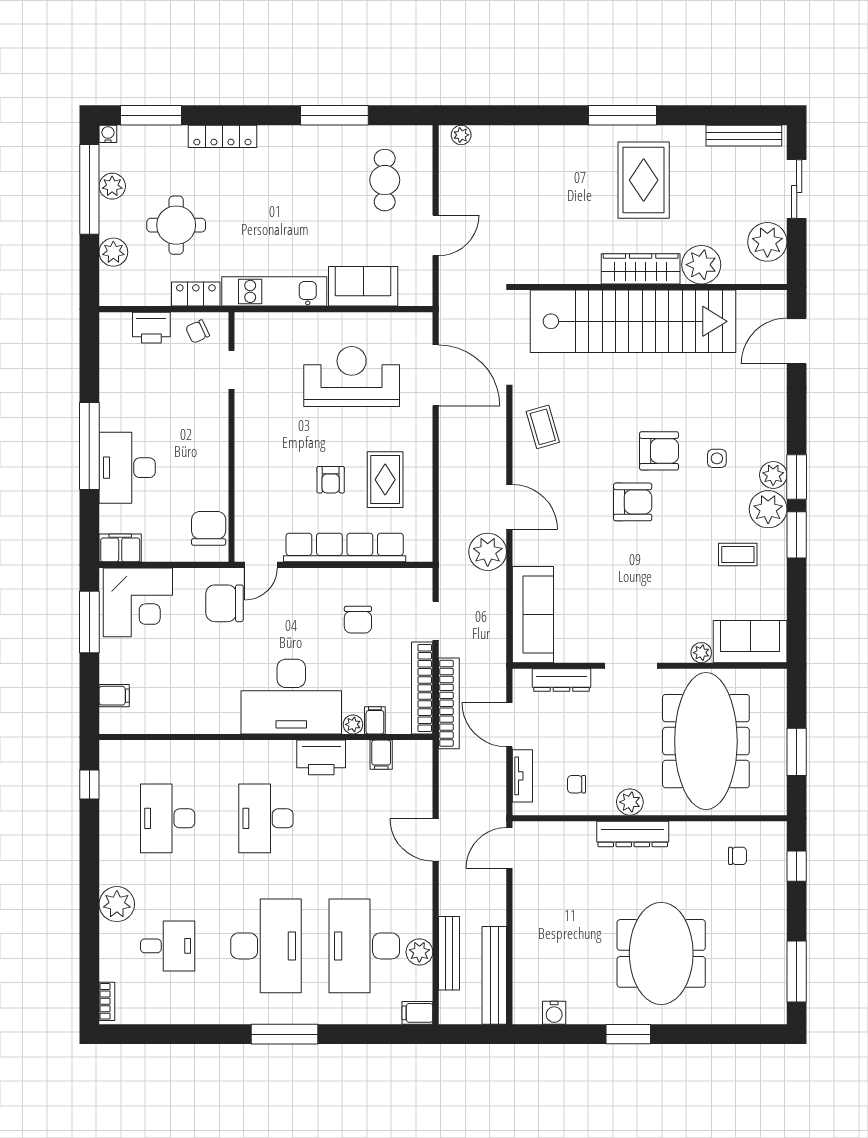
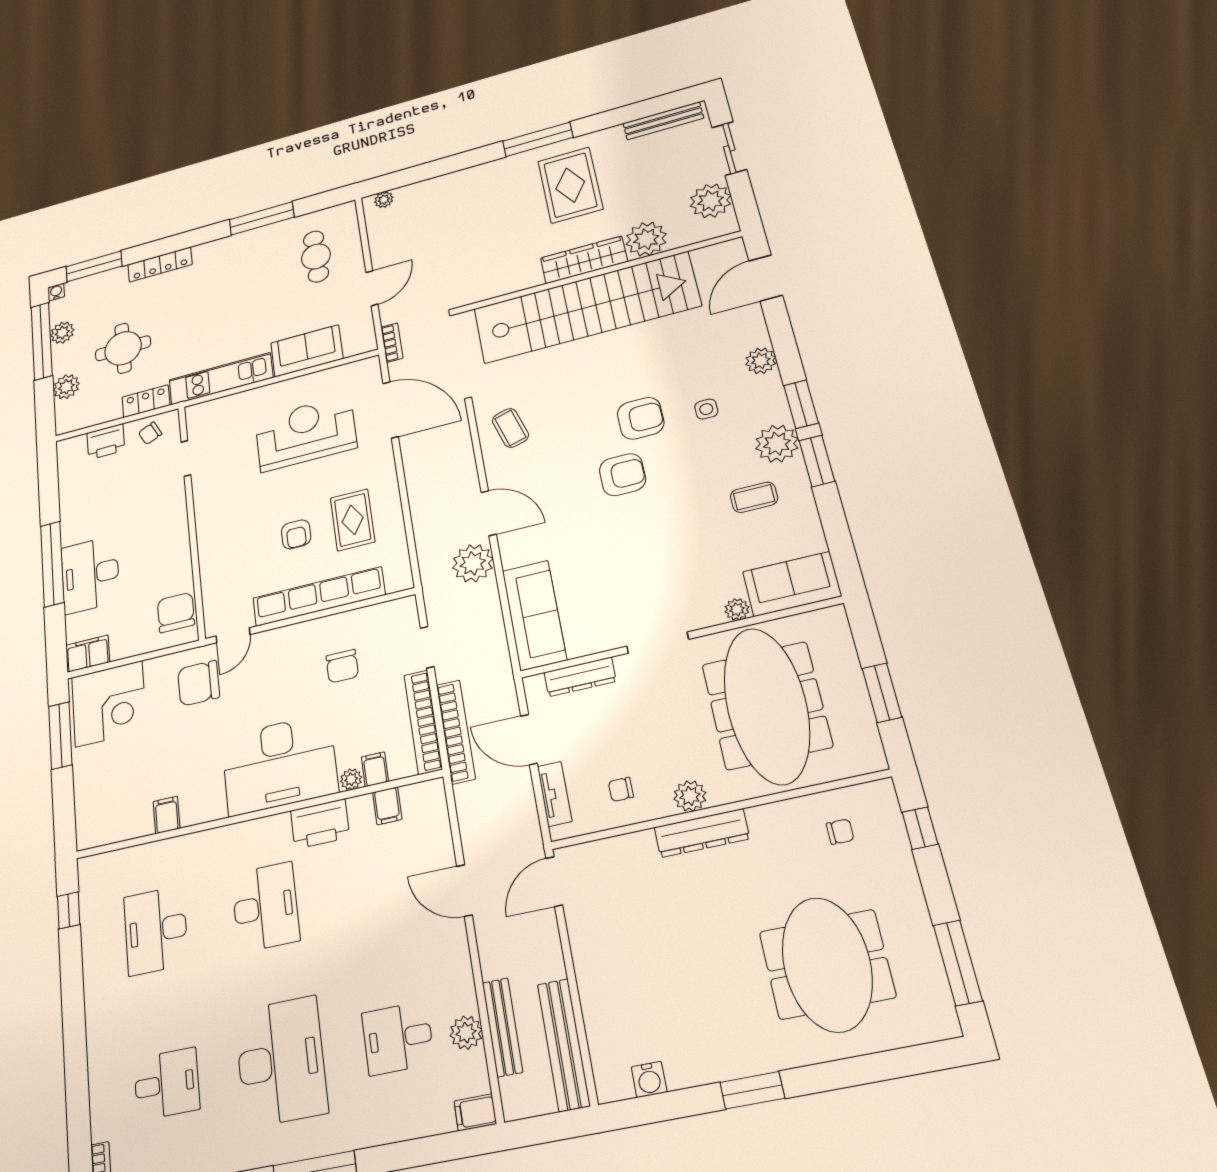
bookcase: (447, 303) -> (392, 343), added
plant: (773, 475) -> (761, 361), moved
filing cabinet: (114, 696) -> (167, 815), moved, turned -90
desk: (266, 818) -> (265, 907), turned 180
plant: (117, 904) -> (106, 1044), removed
desk: (364, 946) -> (398, 1038), width x0.53, depth x0.77
meeting table: (661, 953) -> (827, 964), moved

